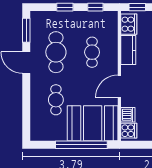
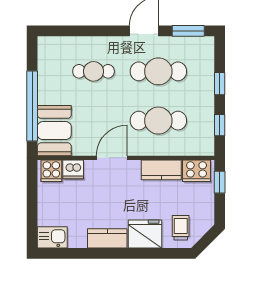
cafe table: (92, 52) -> (158, 121), width x1.37, depth x1.35
door: (119, 86) -> (112, 158), hinge flipped
booth: (93, 123) -> (54, 131), width x0.73, depth x0.70

